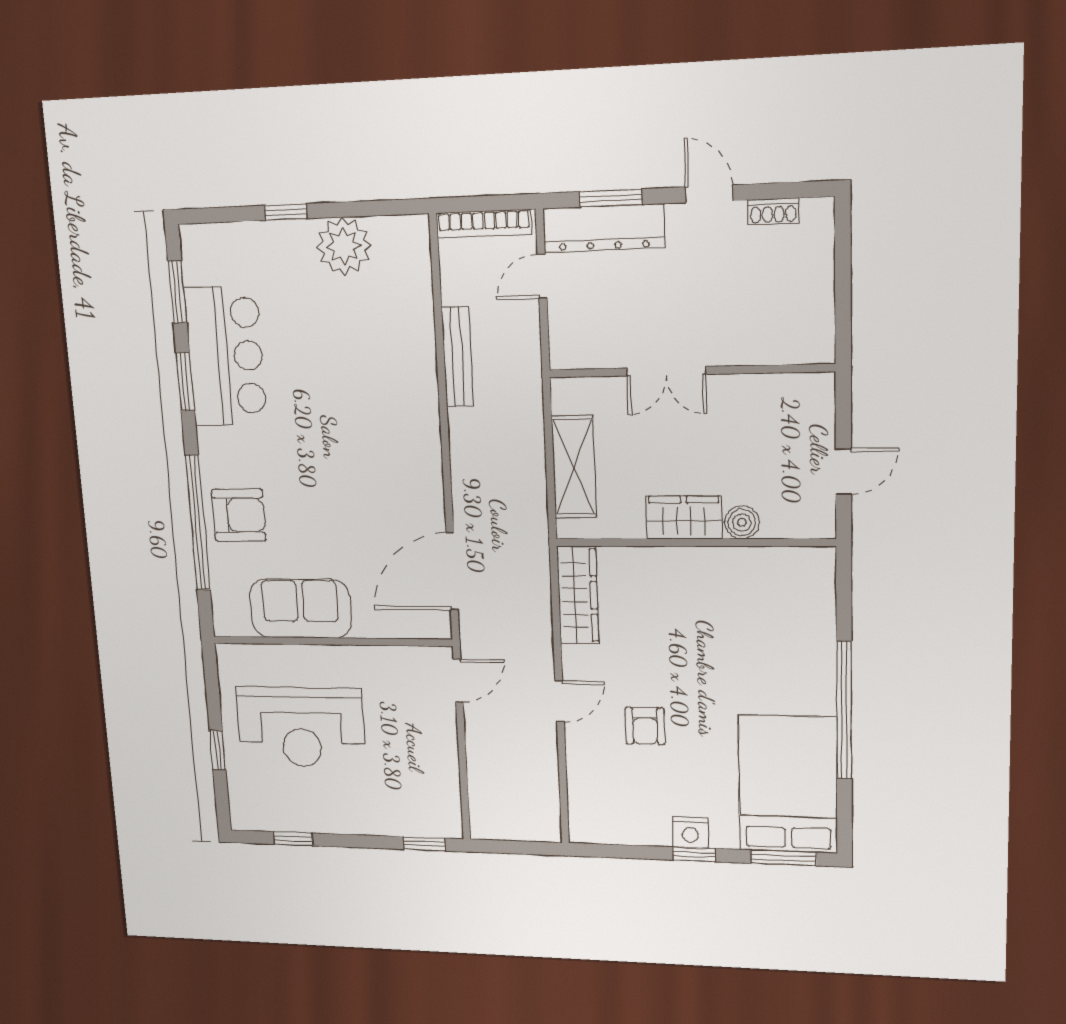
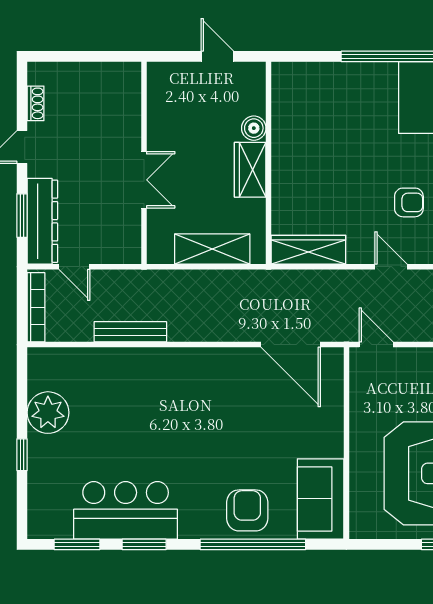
sofa: (300, 609) -> (321, 499), moved

